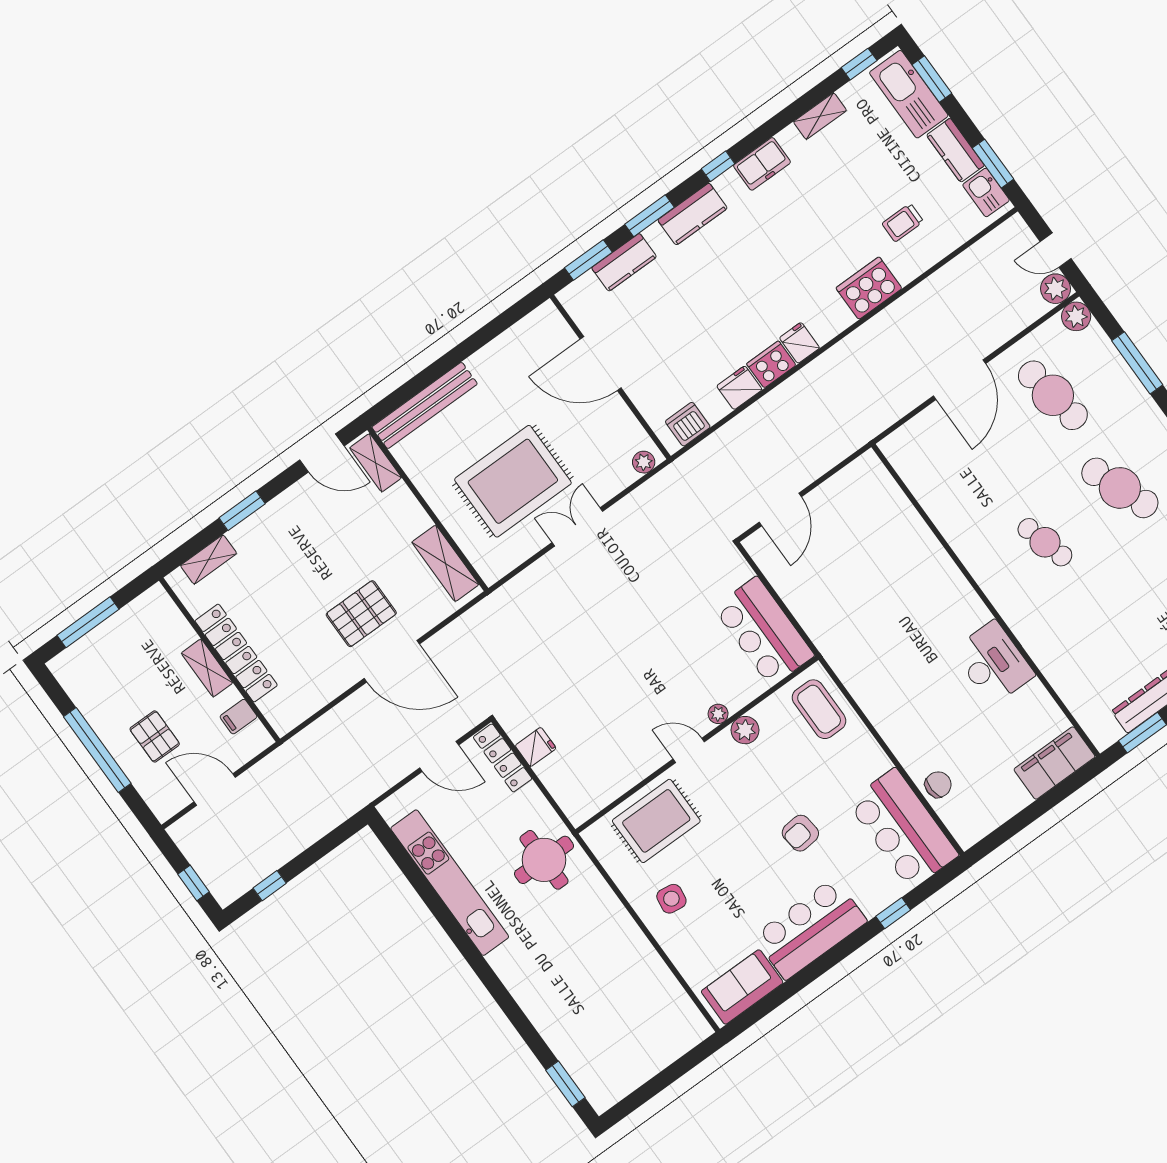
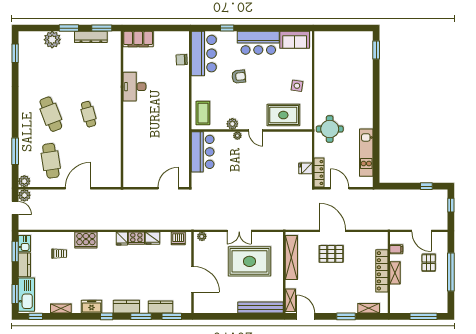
shelving: (445, 563) -> (291, 258), width x1.47
kitchen unit: (450, 883) -> (366, 153), width x0.73

